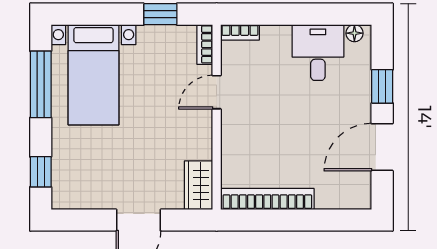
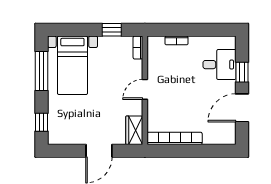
bookcase: (240, 32) -> (176, 40), moved
floor lamp: (354, 33) -> (226, 41), removed
desk: (318, 53) -> (219, 65), moved, turned 90
door: (217, 92) -> (145, 89), moved

